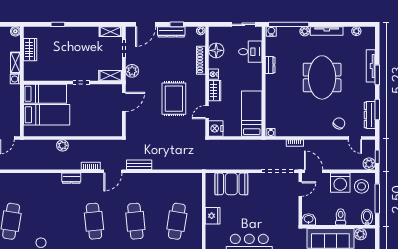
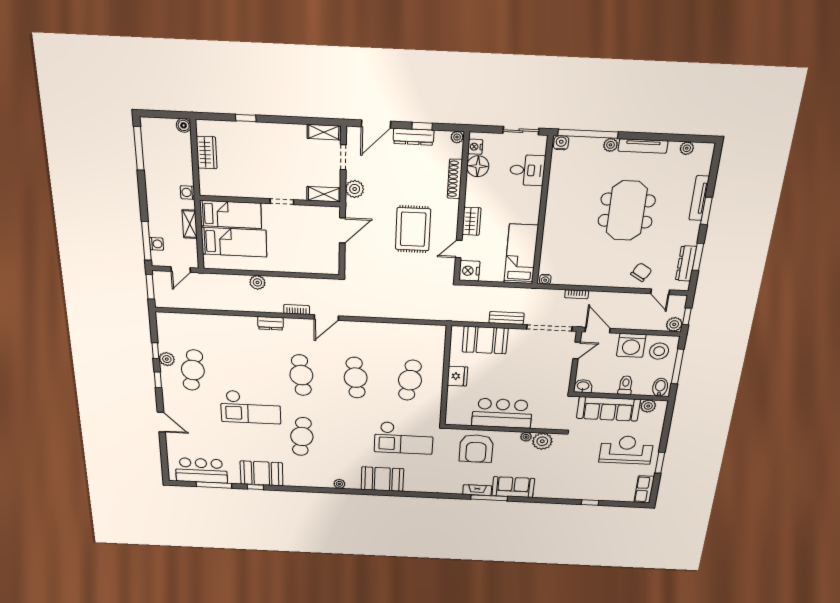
shelving: (15, 63) -> (190, 224), moved
dresser: (270, 65) -> (554, 190), removed
nightstand: (213, 74) -> (475, 147), moved
bench: (139, 165) -> (506, 318), moved

